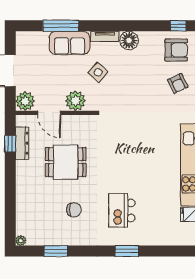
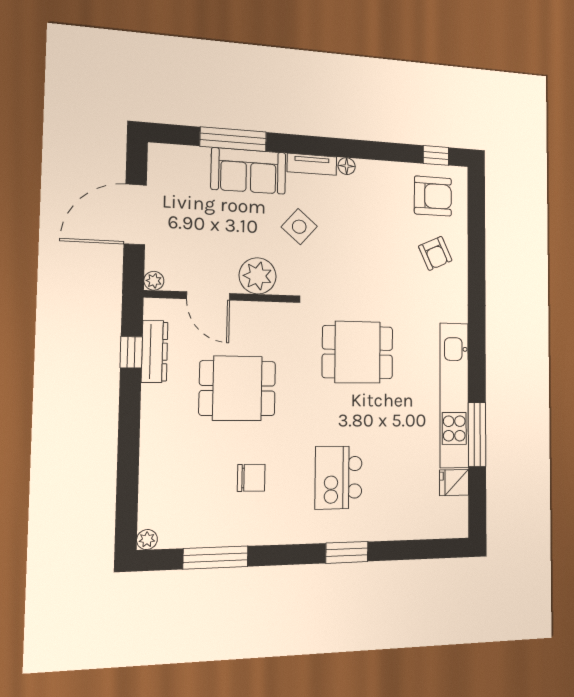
floor lamp: (129, 40) -> (347, 166), width x0.53, depth x0.53
plant: (25, 101) -> (154, 281), width x0.53, depth x0.53
dining table: (132, 141) -> (358, 352), added
window: (56, 251) -> (216, 558), width x1.44

